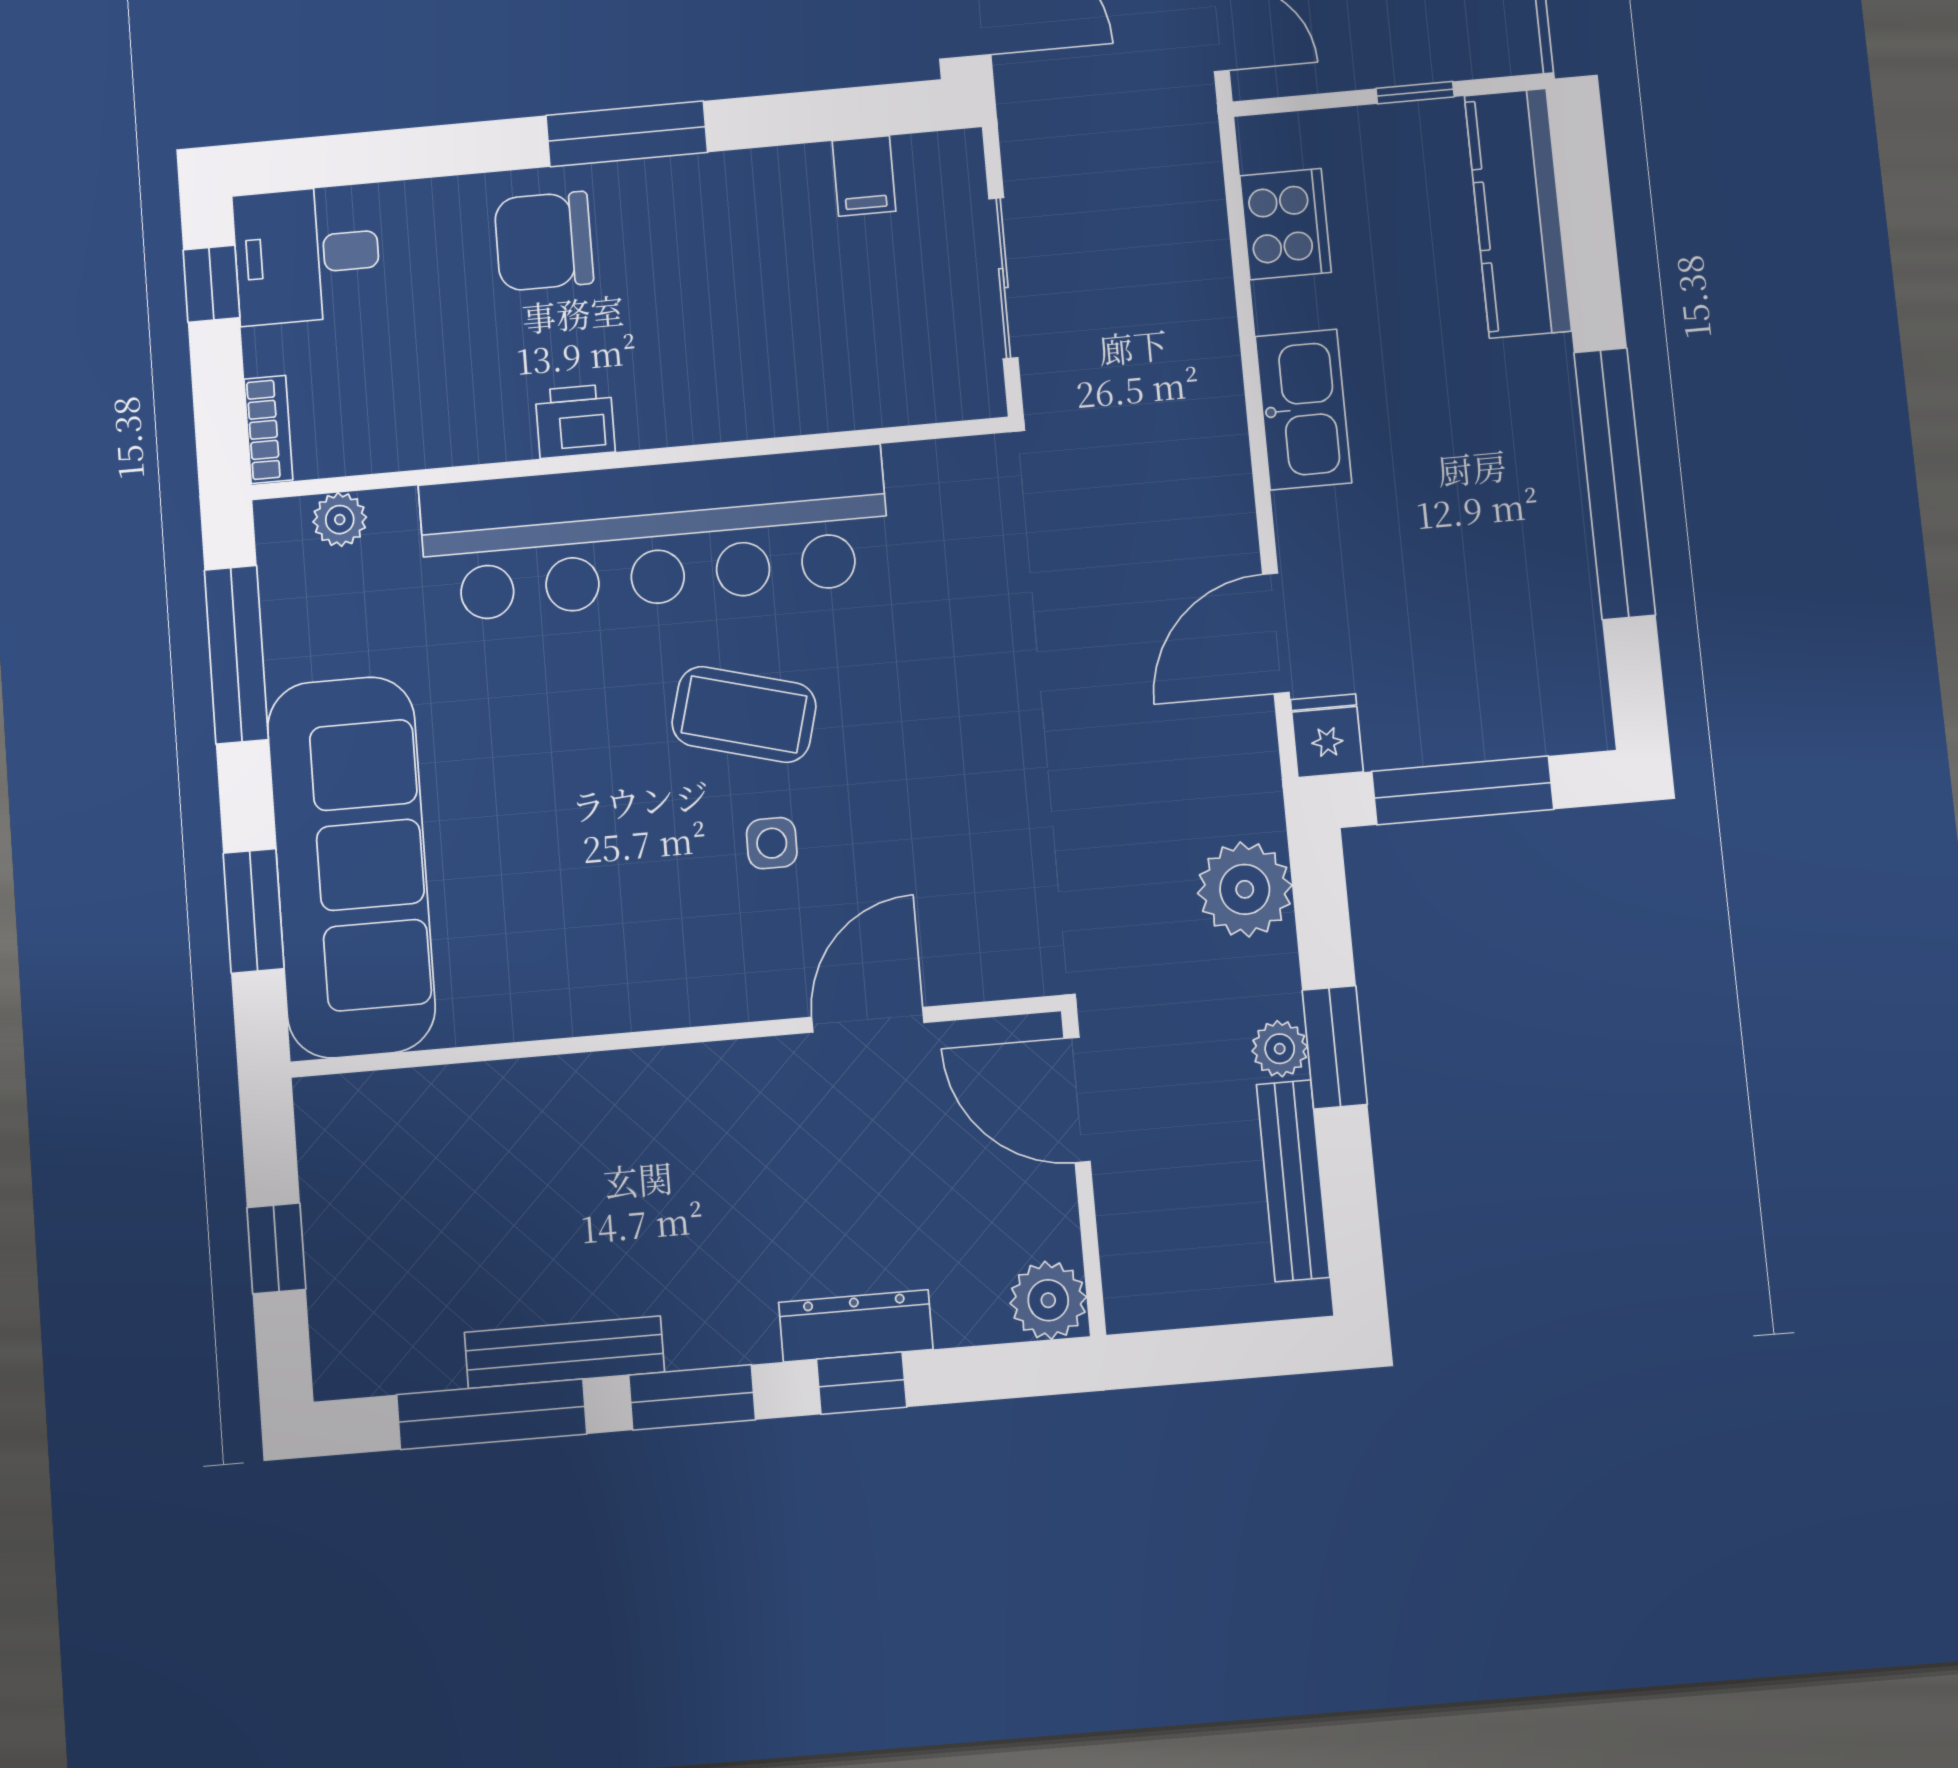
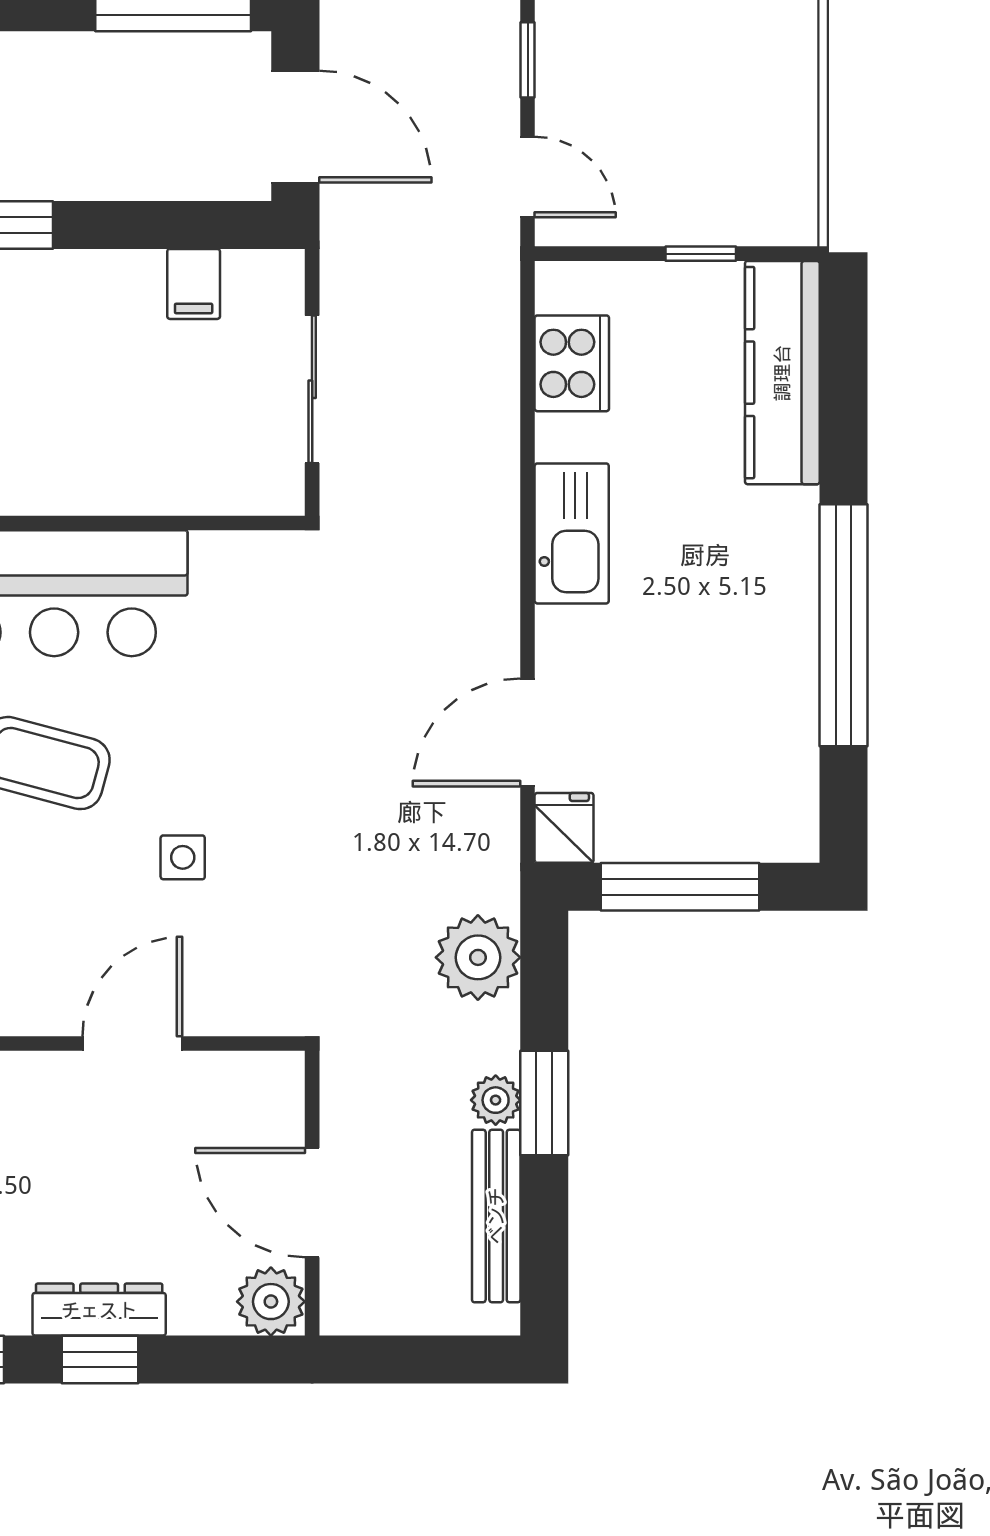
side table: (772, 843) -> (183, 857), moved
door: (1077, 1100) -> (312, 1203), moved

